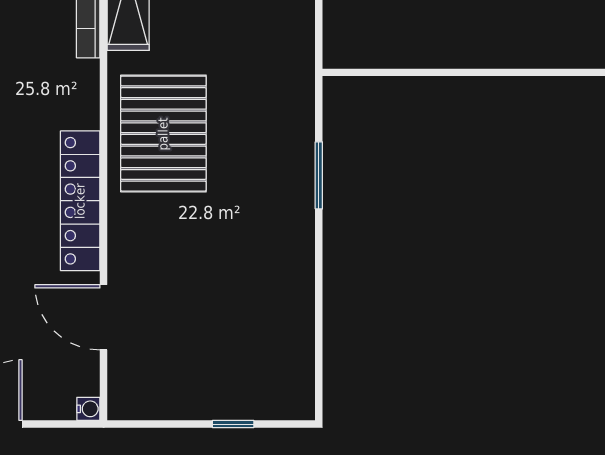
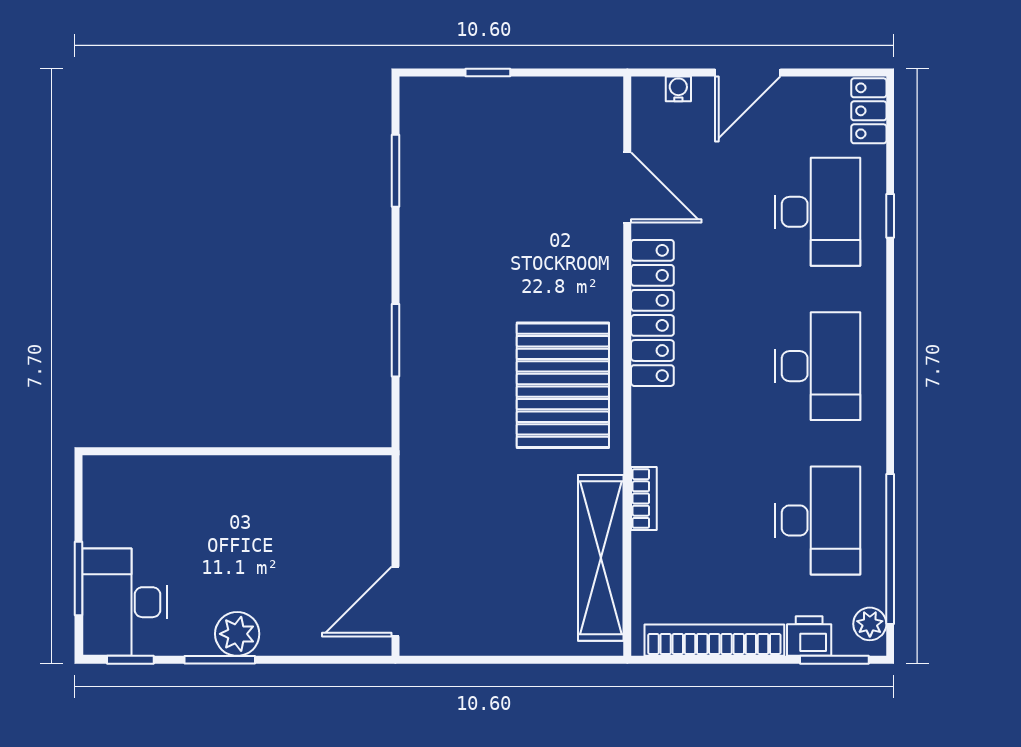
window: (319, 333) -> (395, 171), added
water cooler: (88, 409) -> (678, 89), moved, turned 90

